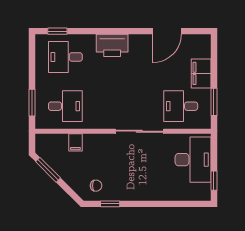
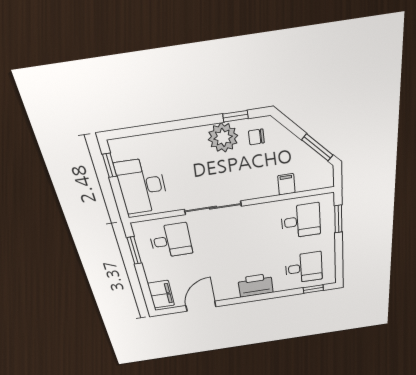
filing cabinet: (201, 73) -> (161, 294), moved
desk: (65, 106) -> (301, 221), turned 180
plant: (122, 189) -> (223, 138), added

